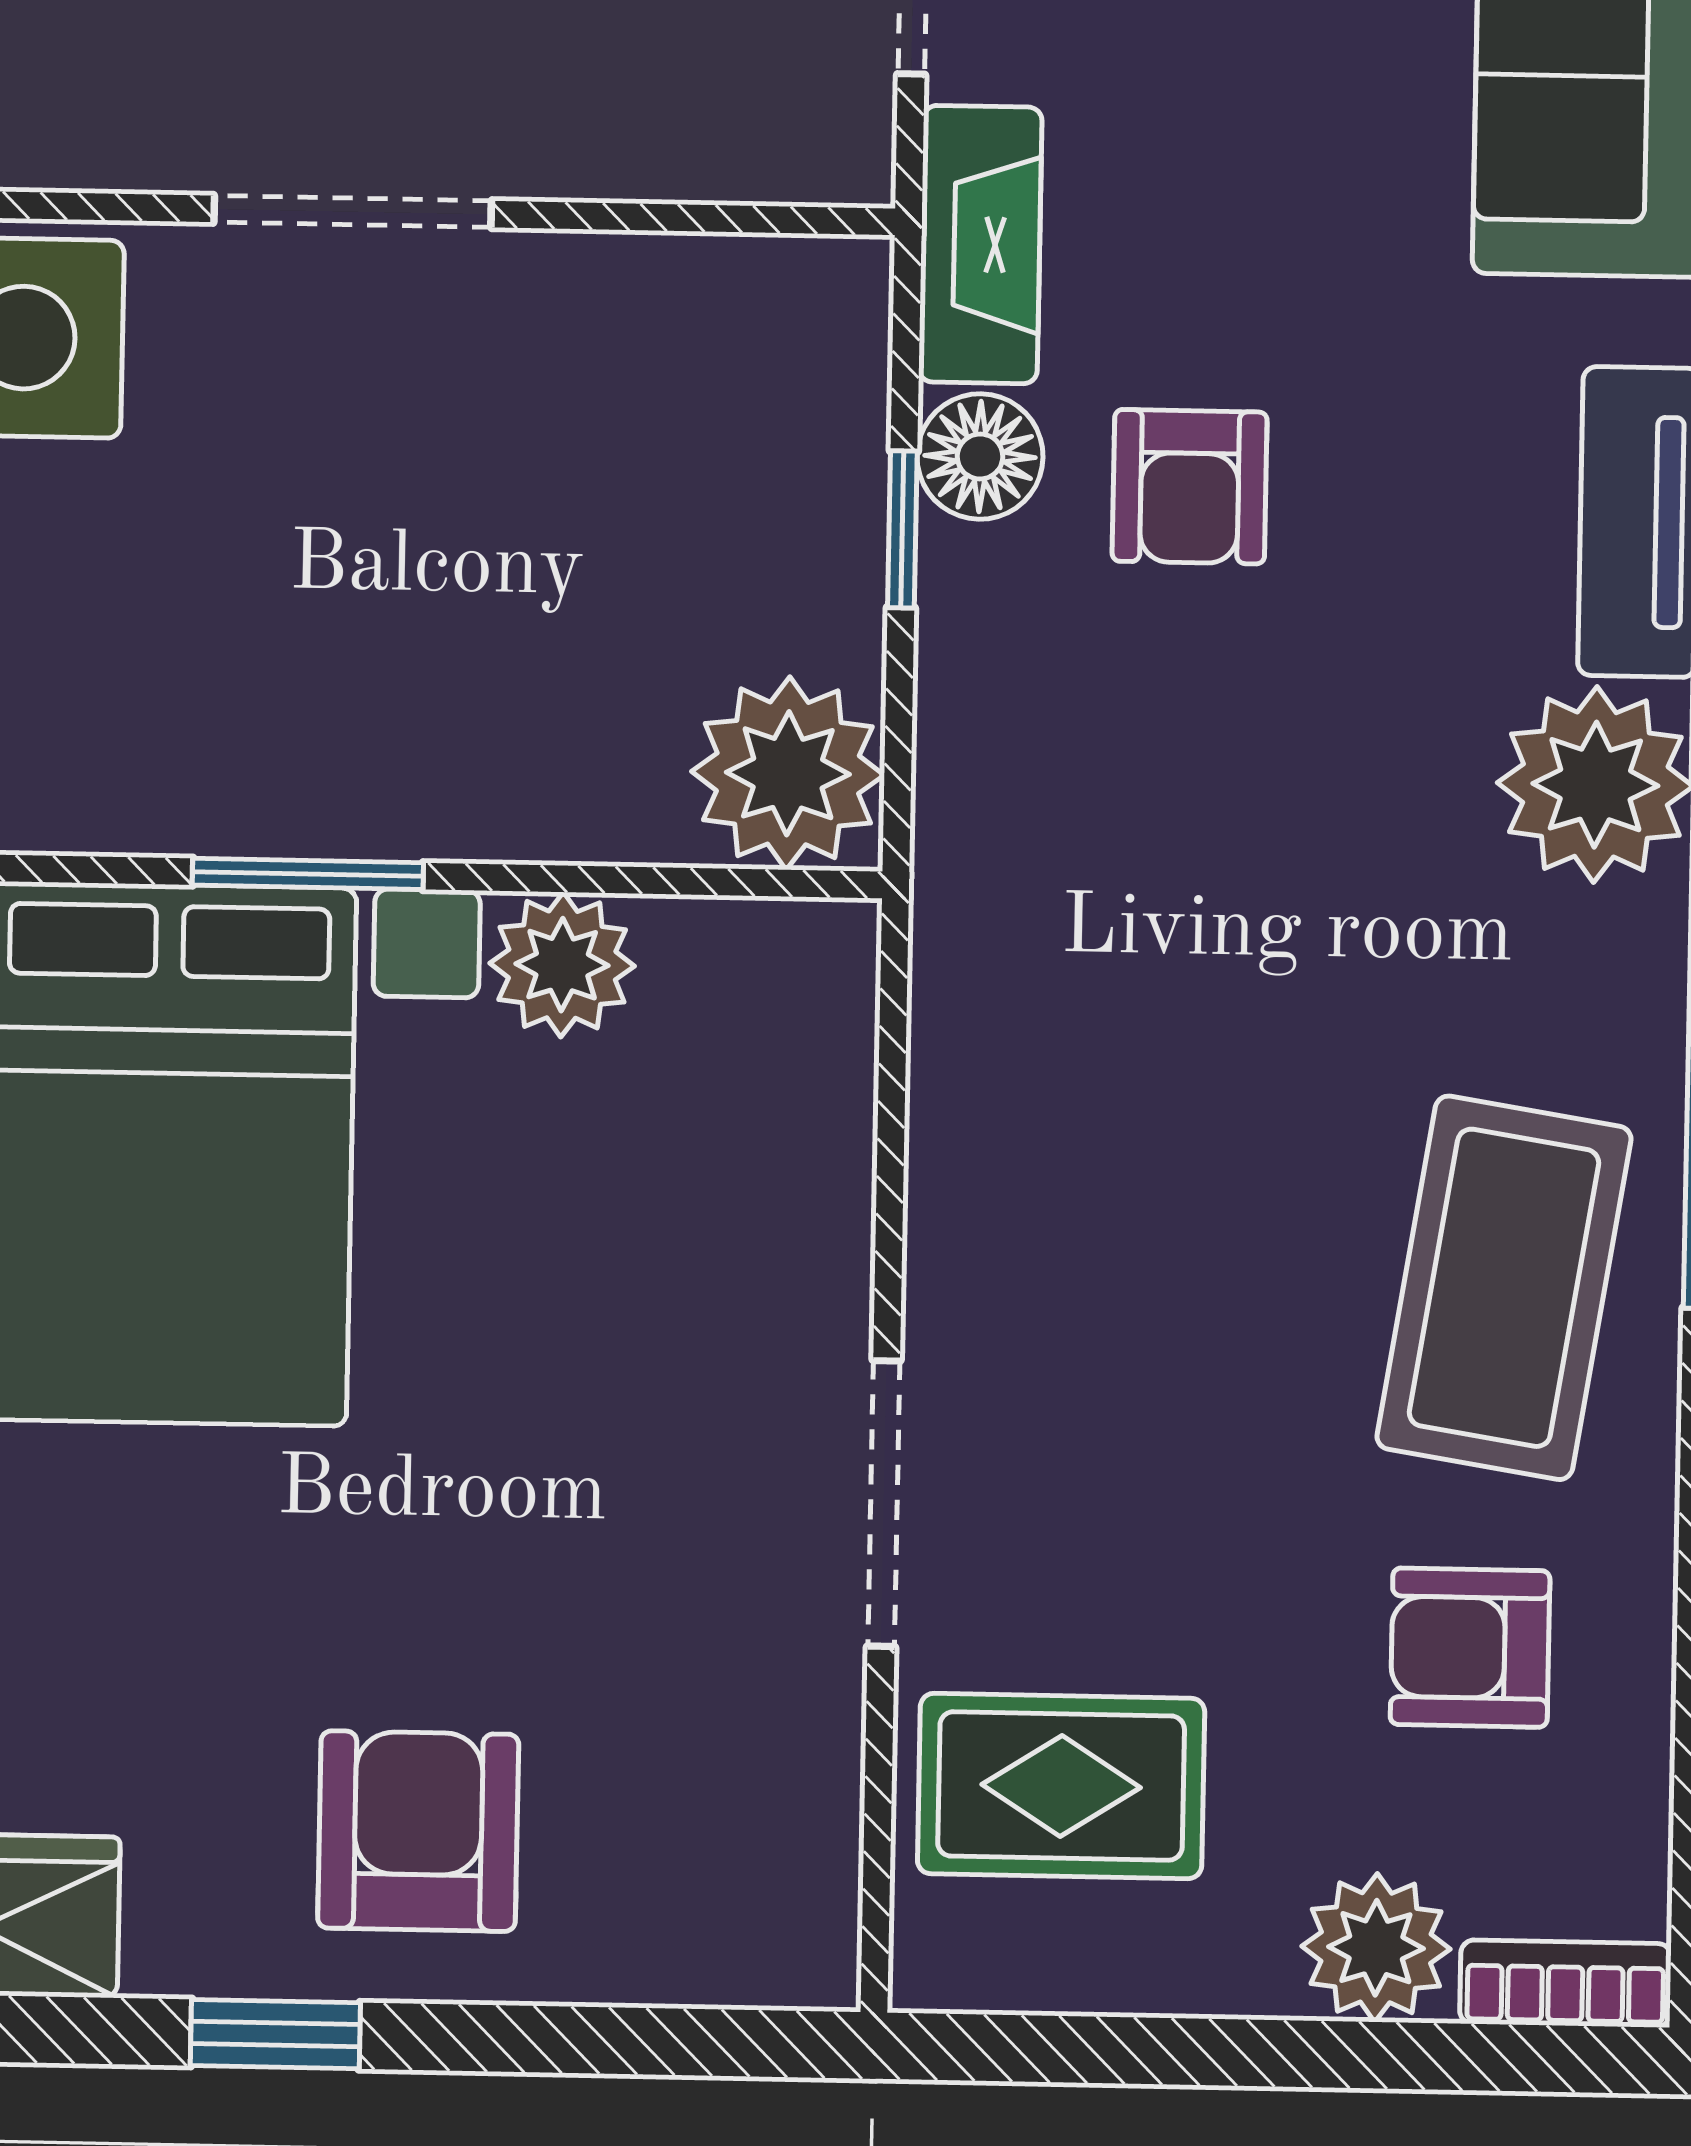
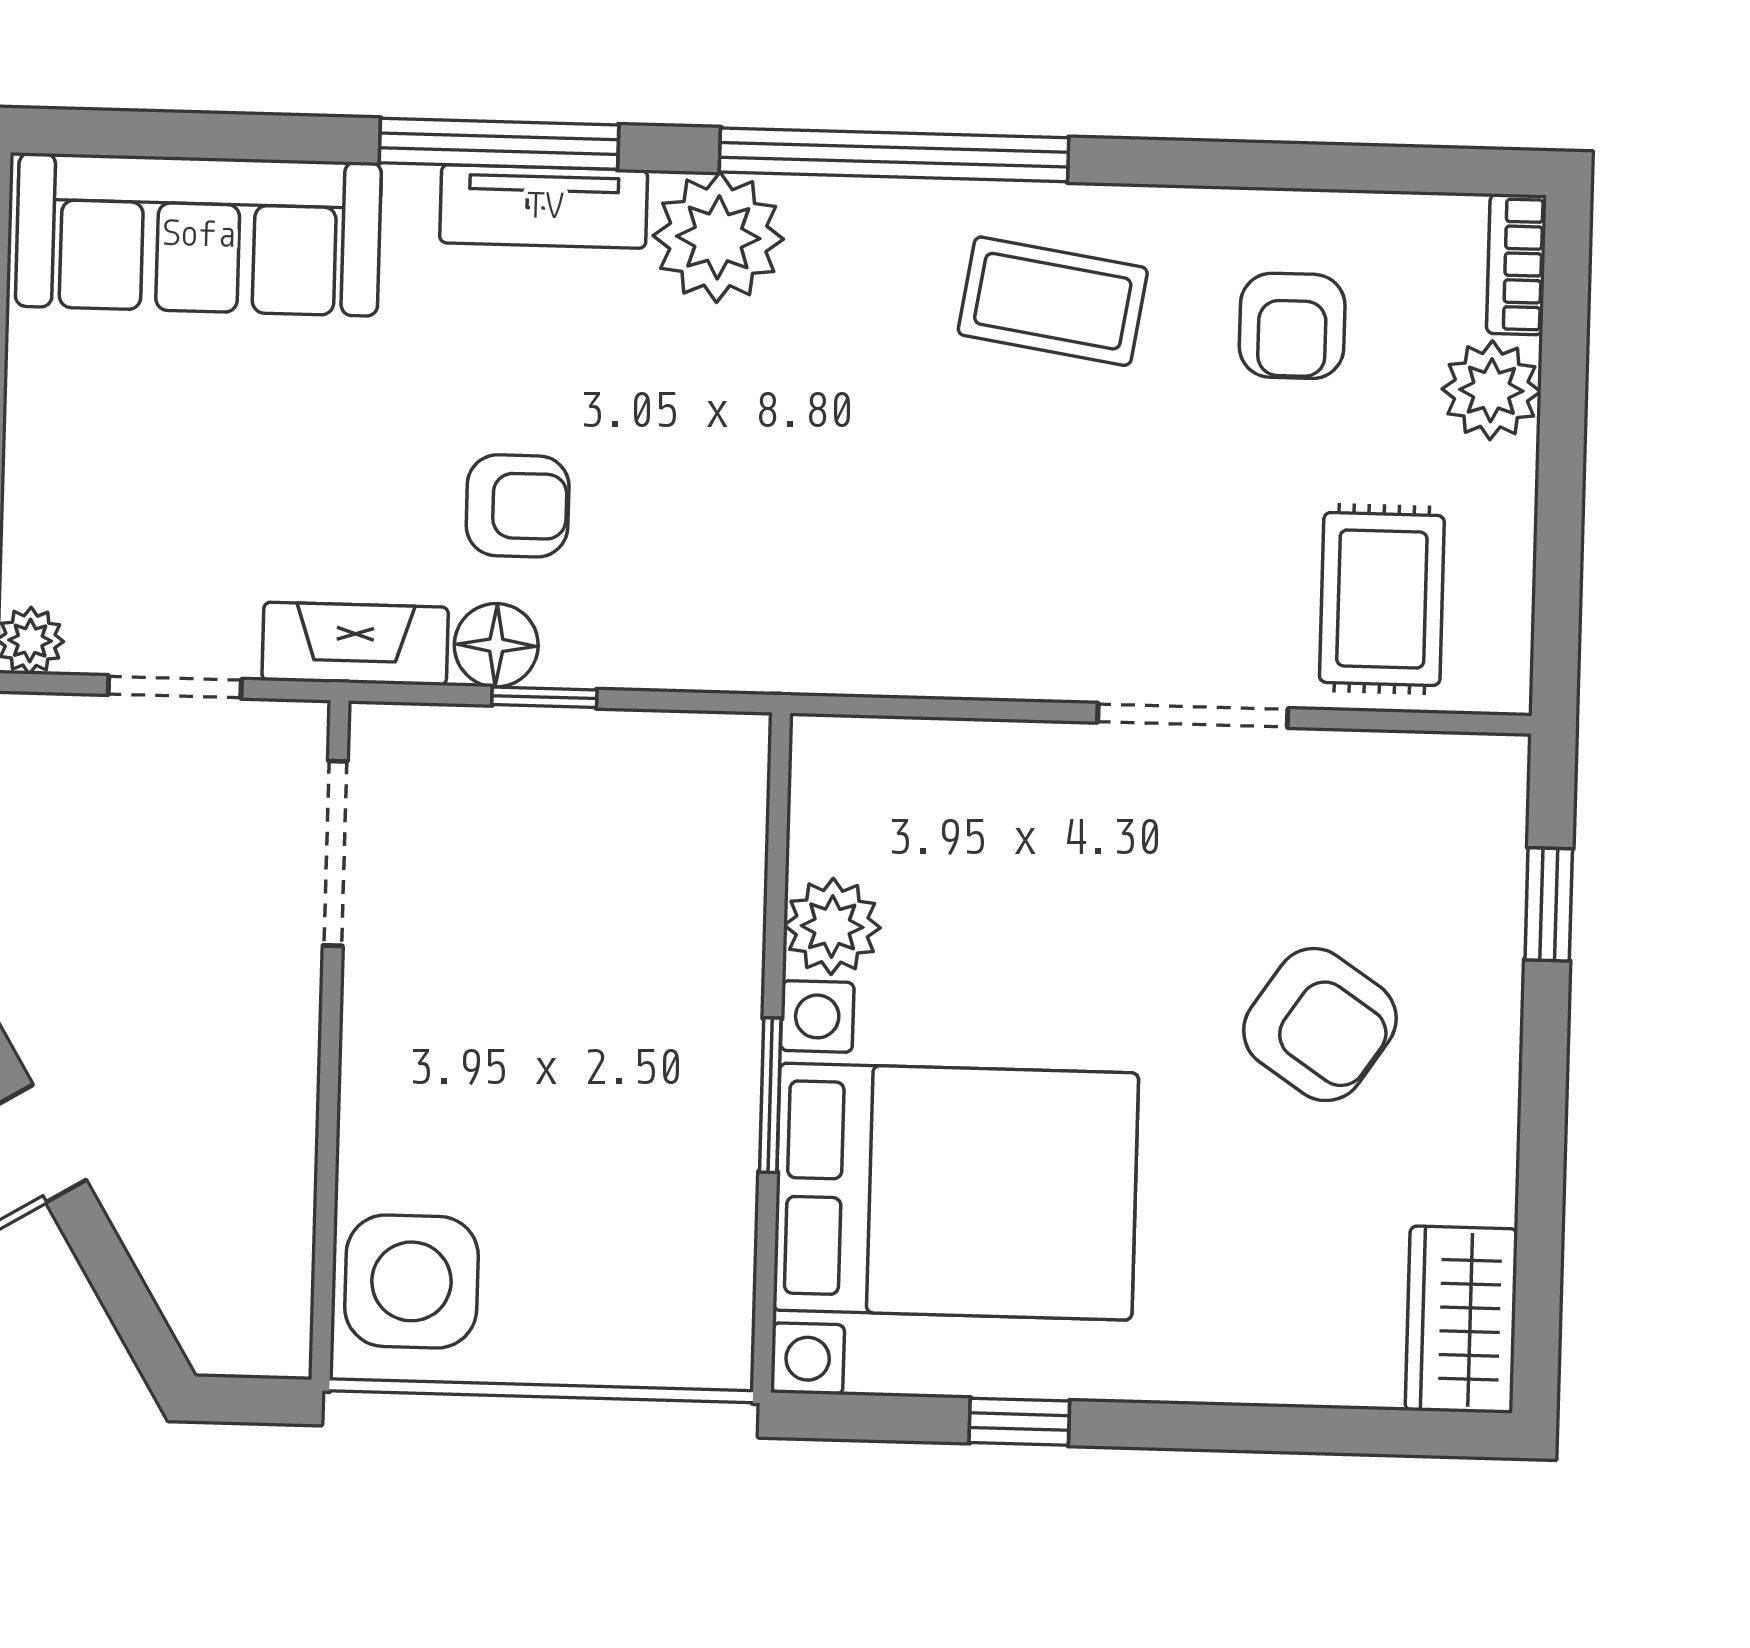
doorway: (353, 212) -> (335, 853), moved
plant: (788, 773) -> (706, 775), removed
coffee table: (1504, 1288) -> (1053, 301), width x0.73, depth x0.76
armchair: (418, 1831) -> (1320, 1025), moved, turned -146
window: (275, 2034) -> (1549, 904), moved

